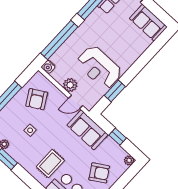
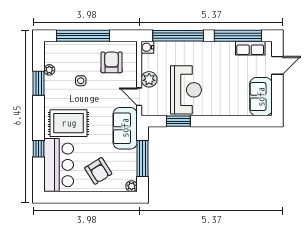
reception desk: (99, 67) -> (186, 90), turned 180
armchair: (37, 99) -> (112, 62), turned 120
window: (118, 137) -> (143, 158), width x2.17
rug: (50, 164) -> (69, 123), width x1.36, depth x1.43

